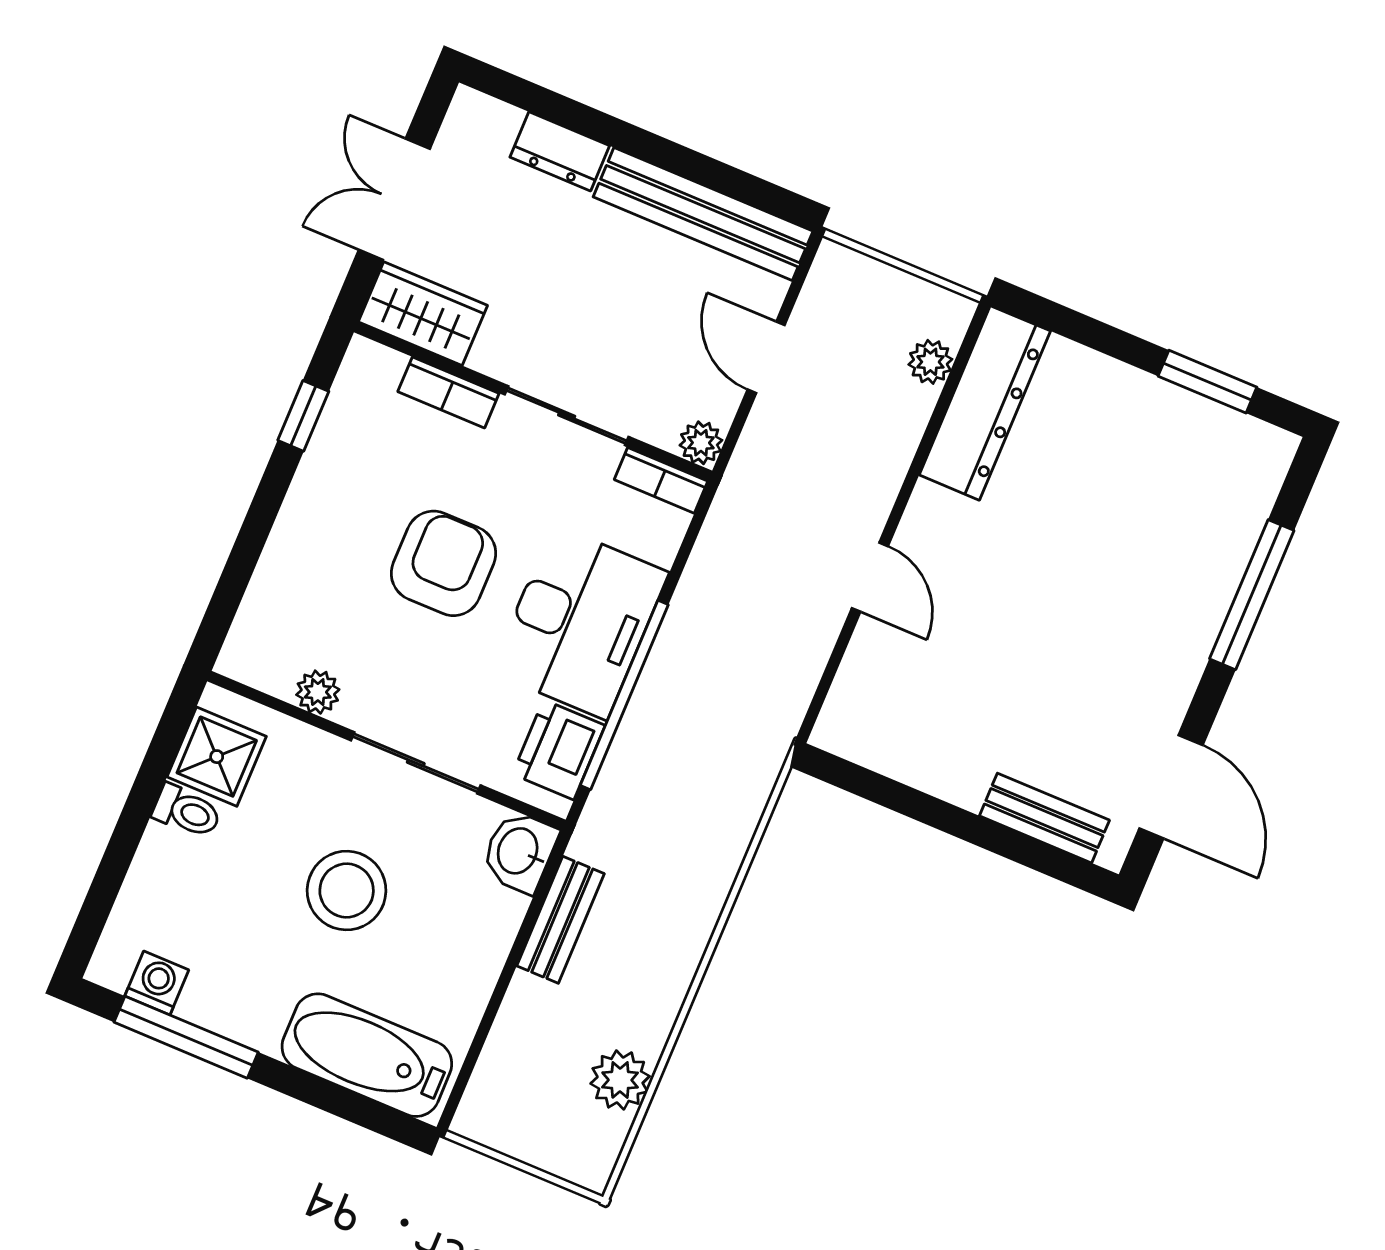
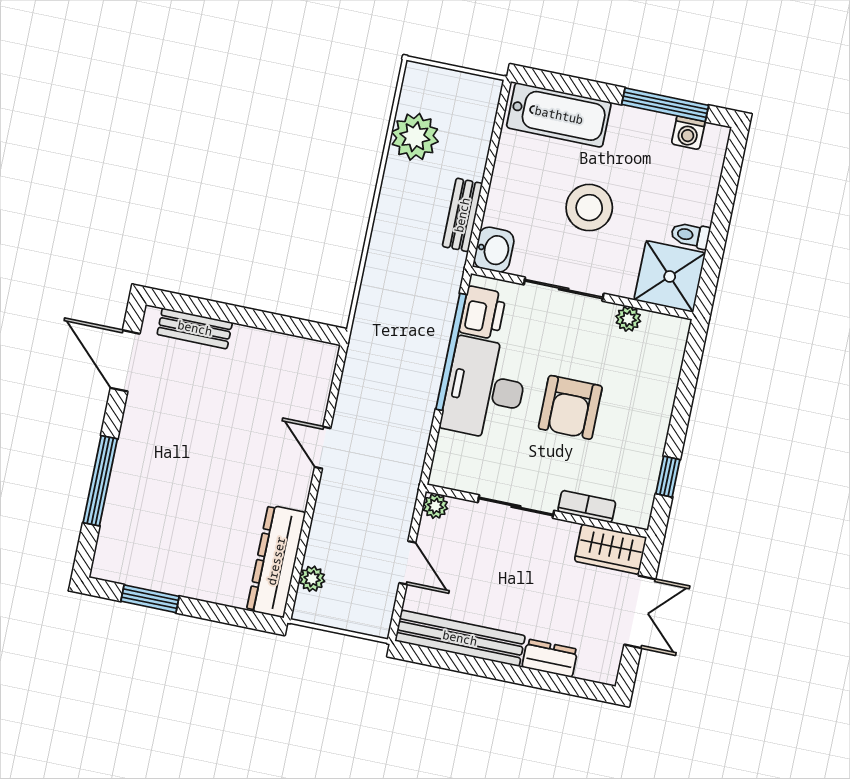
bookcase: (661, 480) -> (454, 480), removed
shower: (217, 757) -> (670, 276), width x1.36, depth x1.36
plant: (620, 1080) -> (415, 137), width x1.36, depth x1.36

